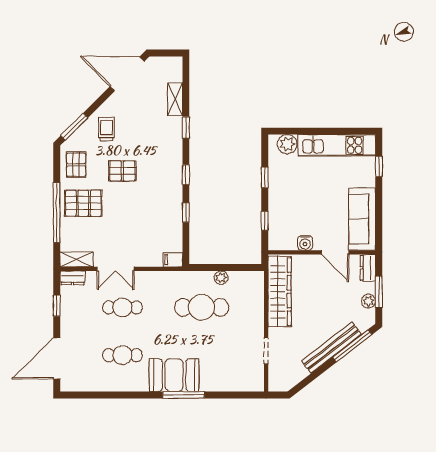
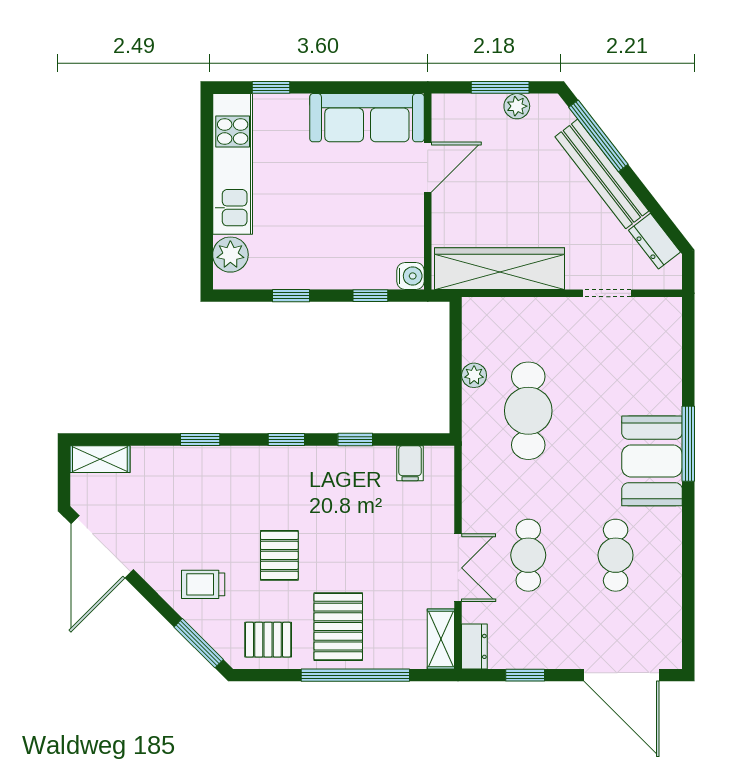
shelving: (175, 99) -> (100, 459), moved
water cooler: (305, 243) -> (410, 276), moved
filing cabinet: (173, 260) -> (410, 463), moved
dresser: (368, 268) -> (655, 241), moved, turned 52

